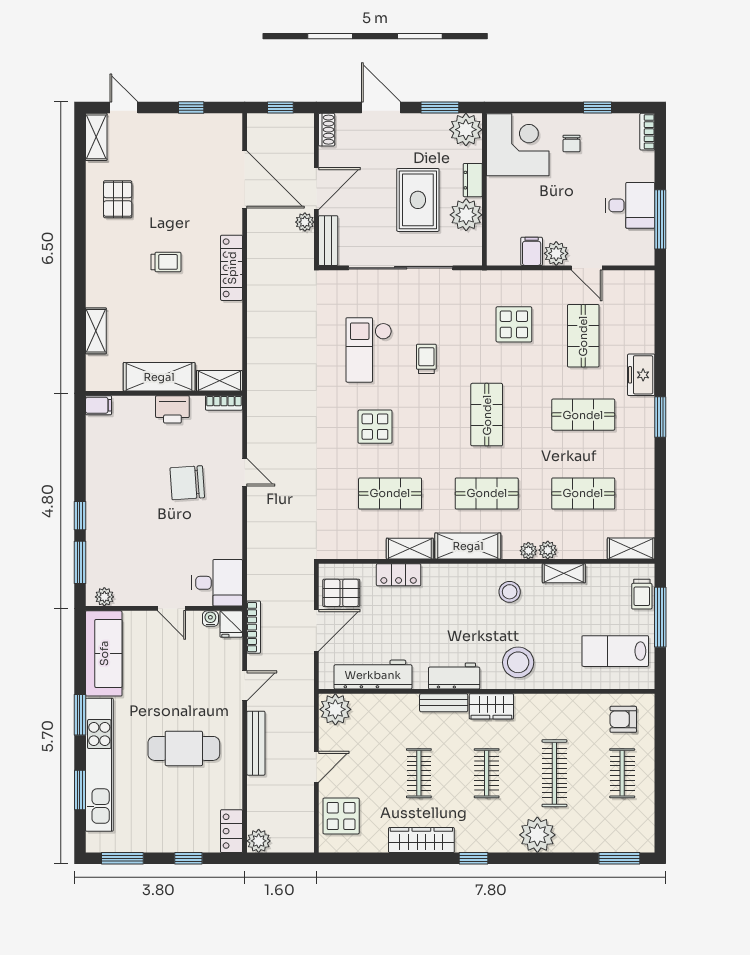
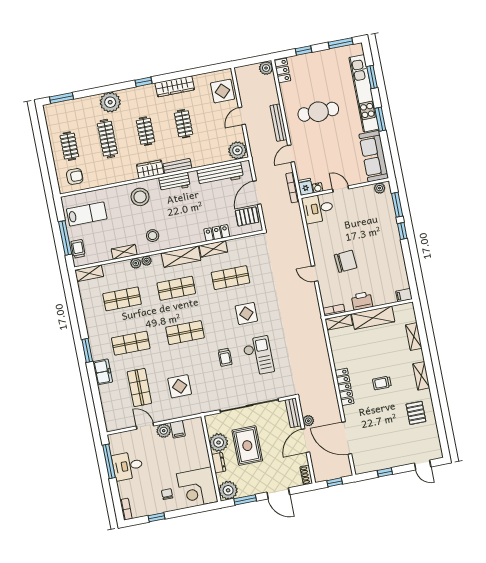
shelving: (96, 137) -> (421, 376), moved
shop shelf: (487, 415) -> (185, 333), turned 90

